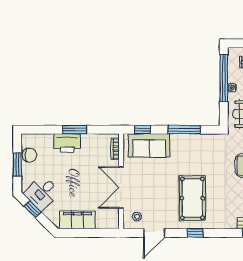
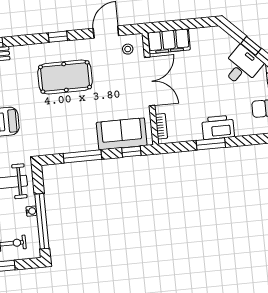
pool table: (192, 198) -> (65, 77), turned 90
filing cabinet: (78, 220) -> (169, 41), moved

